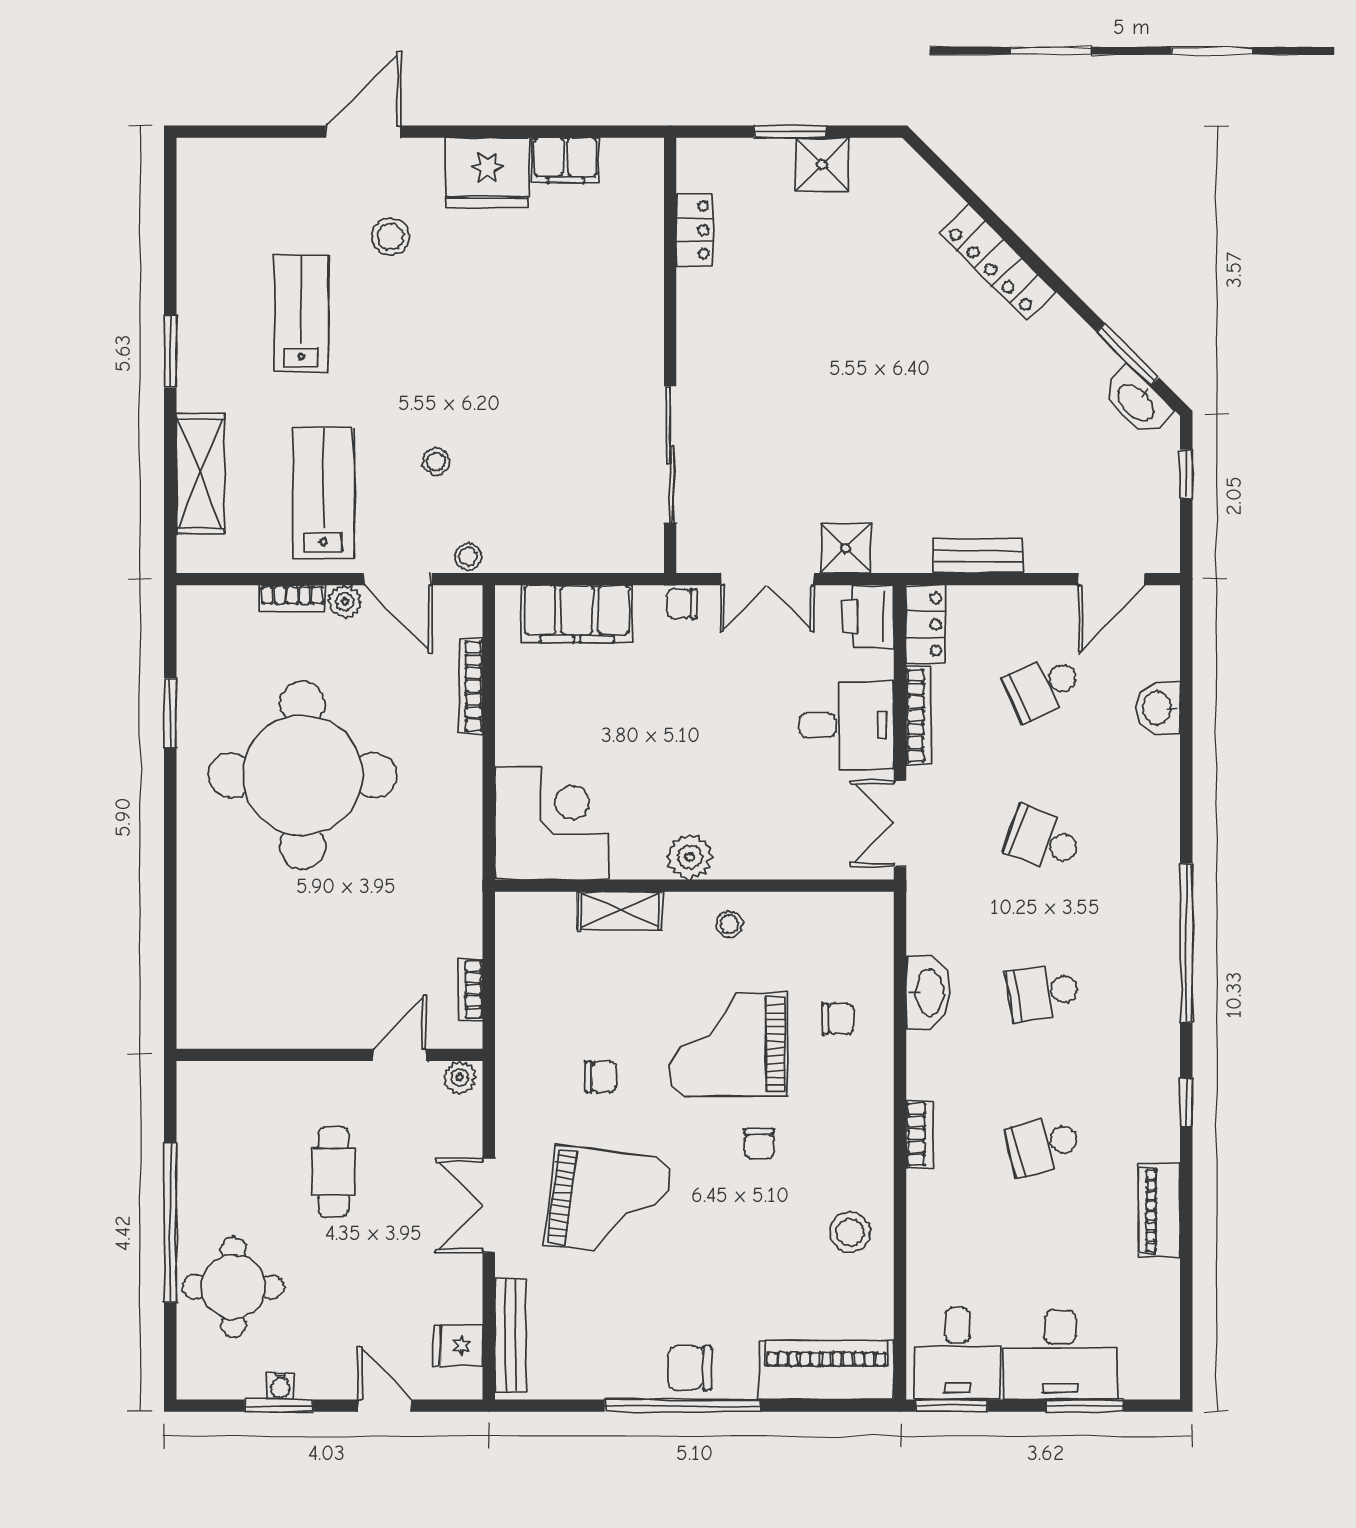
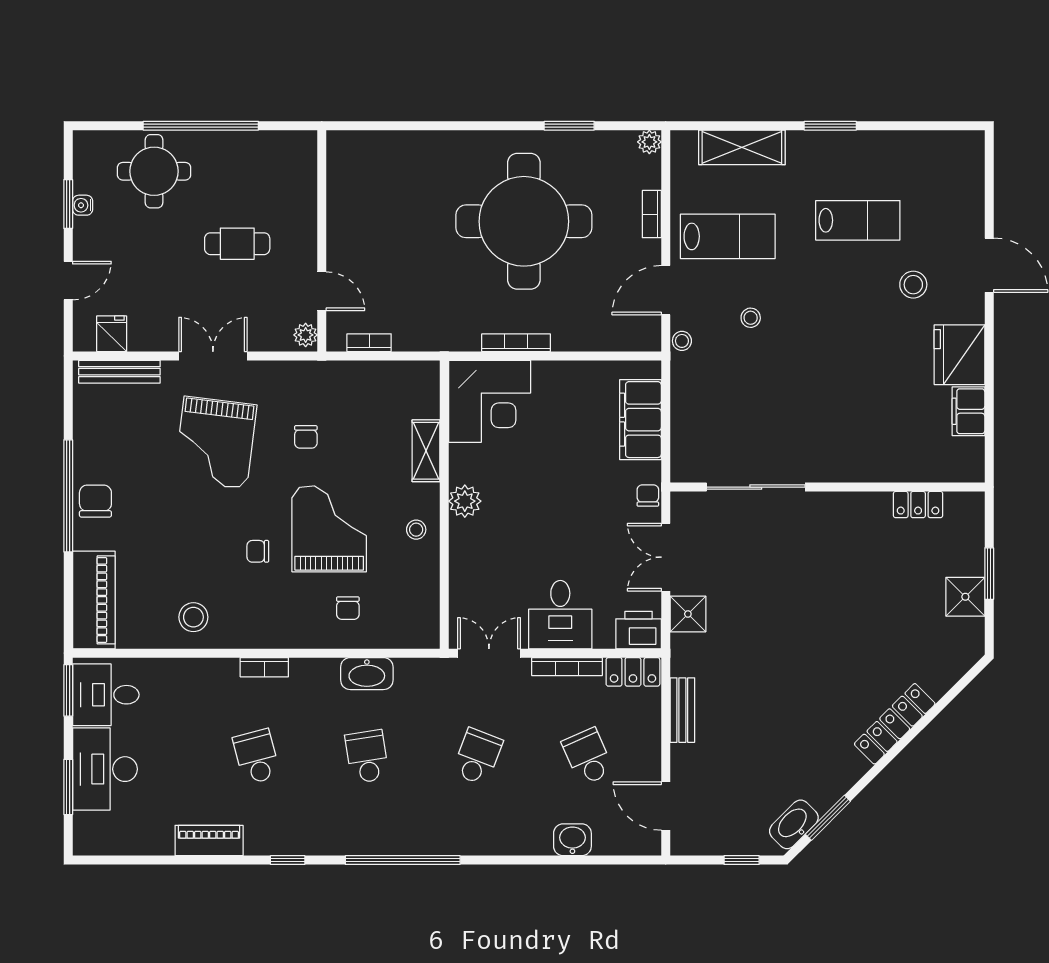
plant: (345, 602) -> (649, 142), moved
bookcase: (471, 686) -> (516, 343), moved

